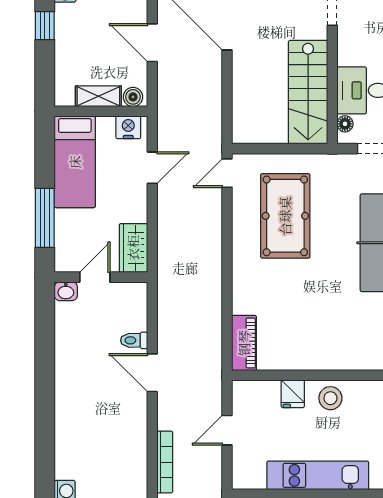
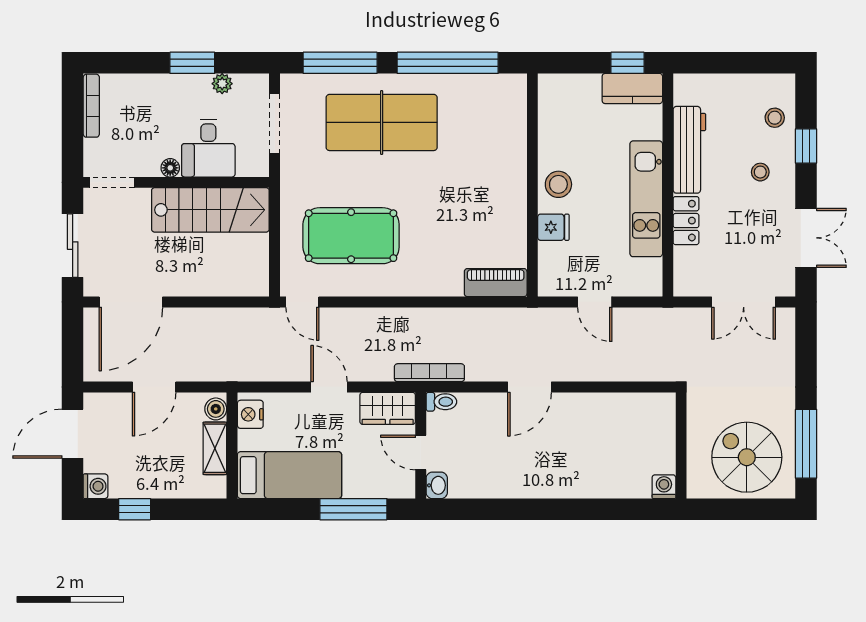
floor lamp: (345, 124) -> (170, 168), moved
door: (152, 168) -> (329, 387), moved
toilet: (134, 340) -> (441, 402), moved, turned -90
bookcase: (165, 462) -> (429, 373), moved

